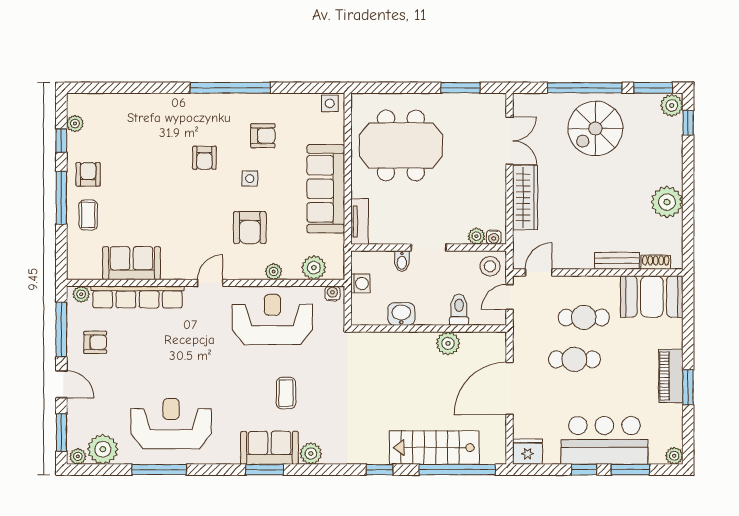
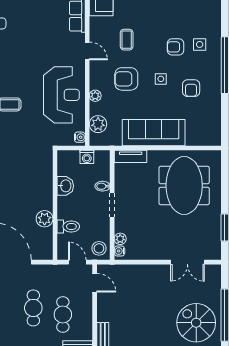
side table: (330, 103) -> (200, 44), moved
wardrobe: (525, 197) -> (148, 273), removed
coffee table: (194, 227) -> (127, 40), added

